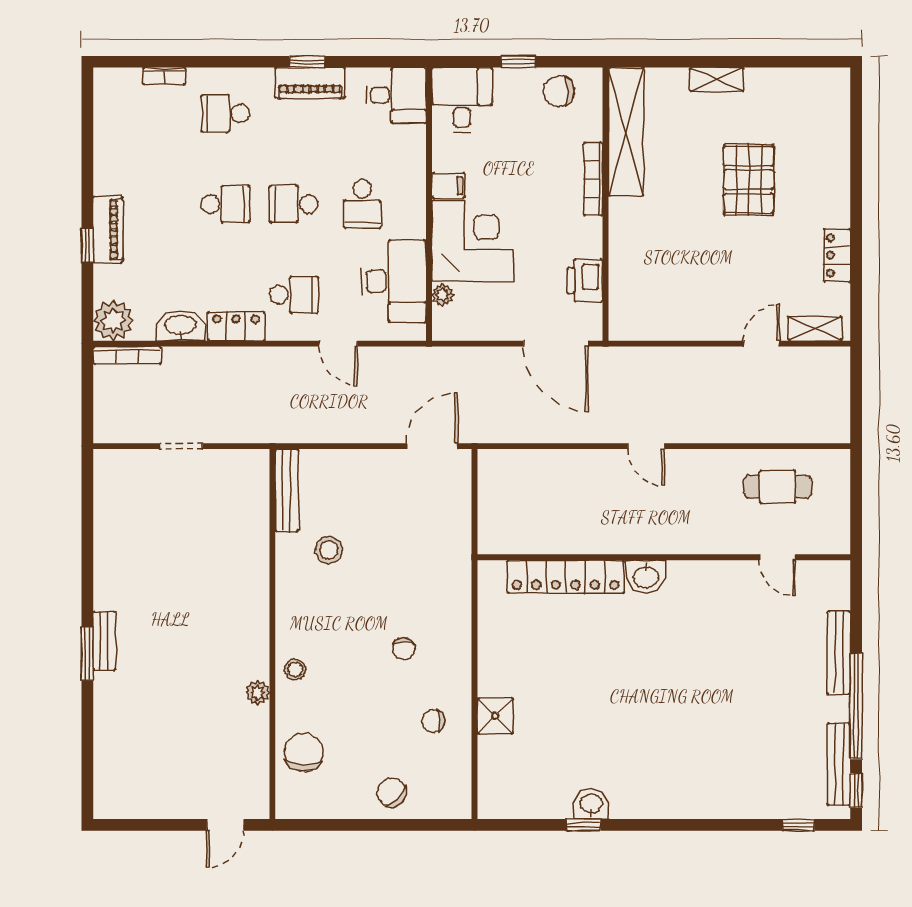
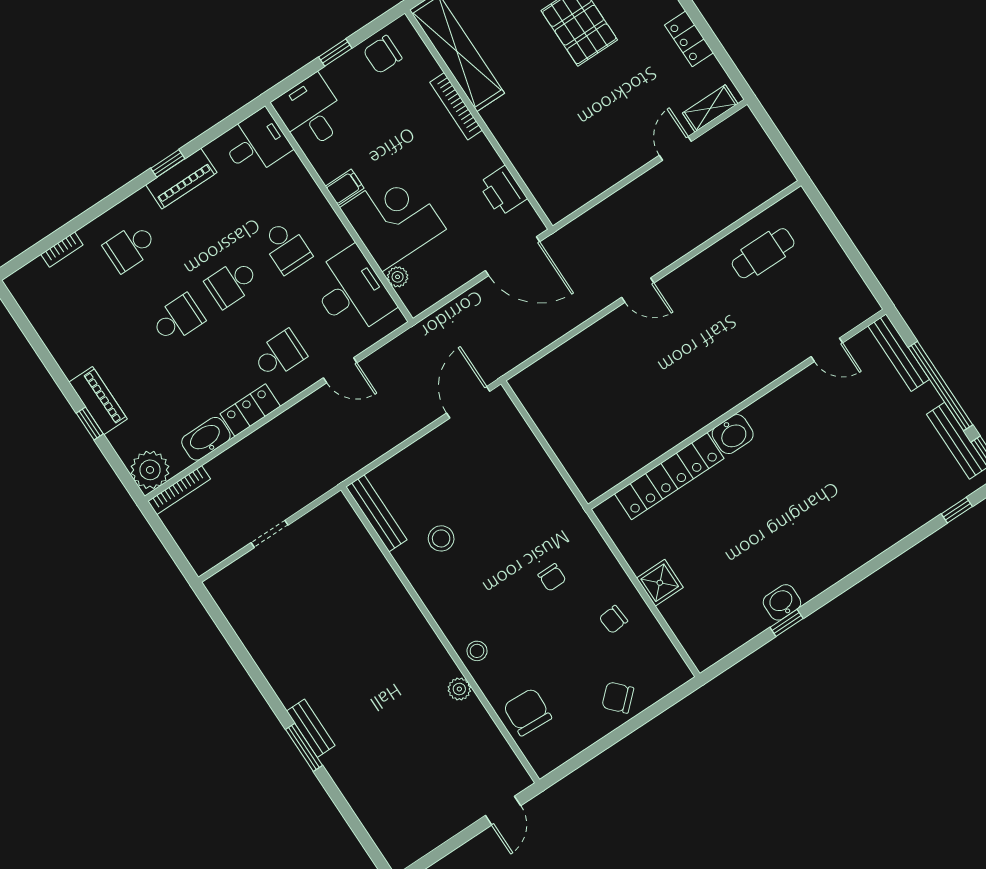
wall: (664, 557) -> (737, 409), moved
door: (777, 557) -> (827, 350), moved
washbasin: (646, 576) -> (733, 434), moved
locker: (566, 577) -> (669, 476), moved

